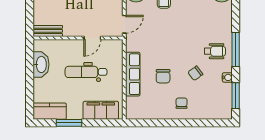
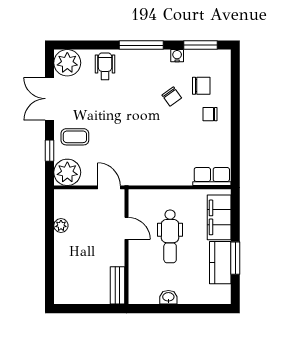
wheelchair: (215, 51) -> (105, 66), moved
washbasin: (41, 64) -> (168, 297), width x0.52, depth x0.69
row of seats: (133, 74) -> (212, 177), moved, width x0.68
chair: (163, 76) -> (201, 86), moved
kitchen counter: (50, 111) -> (220, 263), moved

